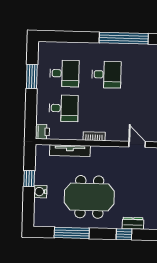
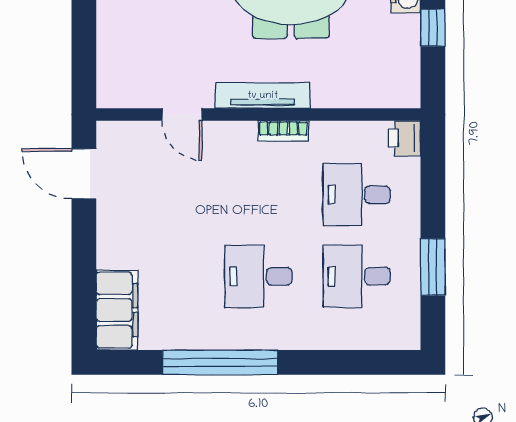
tv unit: (70, 151) -> (263, 96), moved

